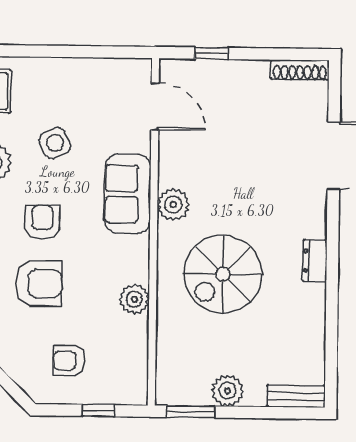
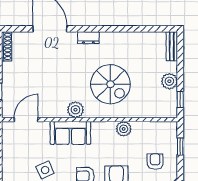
dresser: (315, 261) -> (88, 38), moved
armchair: (69, 360) -> (155, 162), turned 180
window: (191, 412) -> (180, 99), width x0.67

